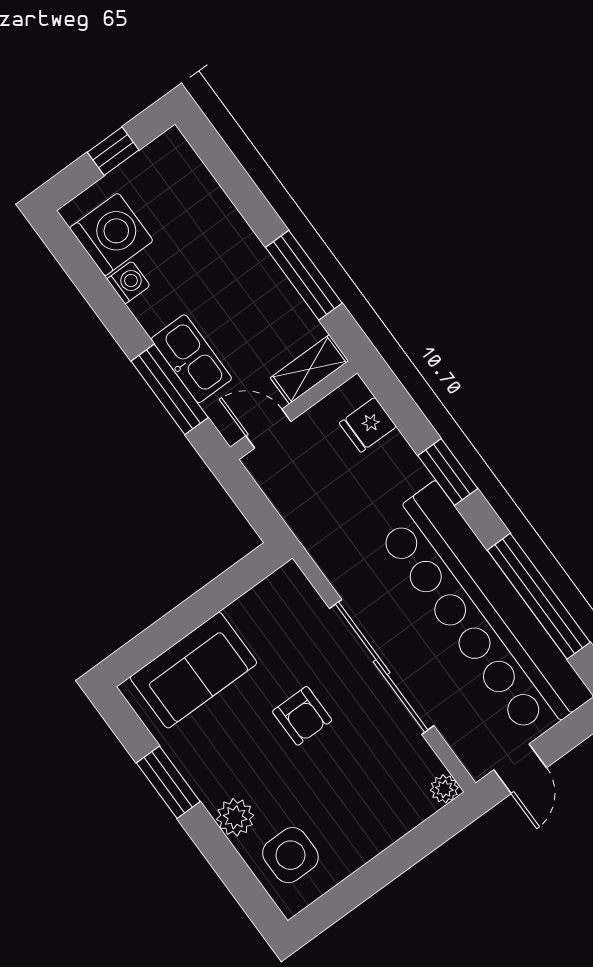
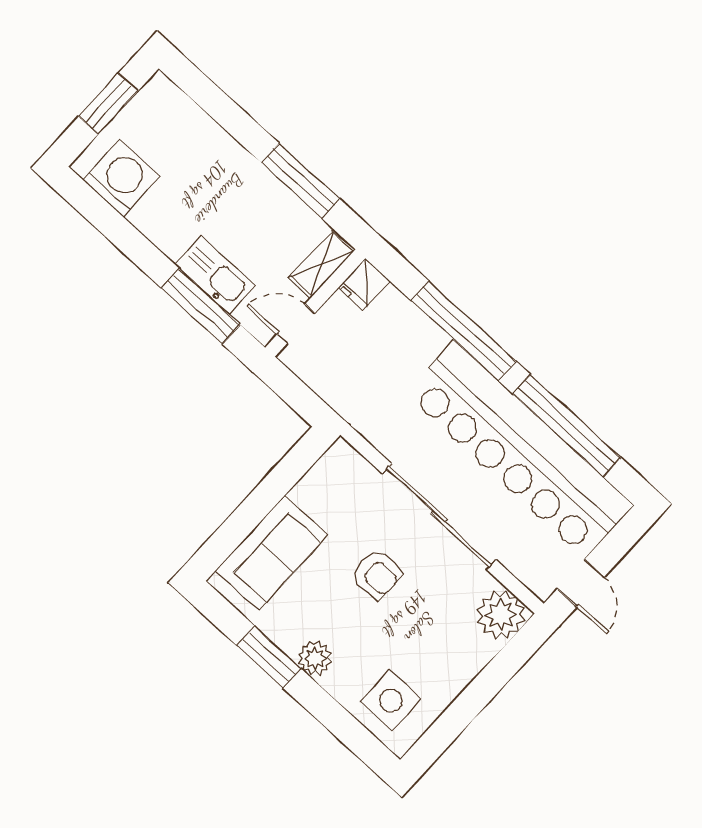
window: (113, 151) -> (108, 104), width x1.50
washing machine: (128, 282) -> (145, 218), removed
fridge: (368, 425) -> (364, 284), moved
window: (448, 472) -> (464, 331), width x2.11
plant: (444, 789) -> (501, 615), width x1.88, depth x1.88
plant: (235, 817) -> (315, 658), moved

